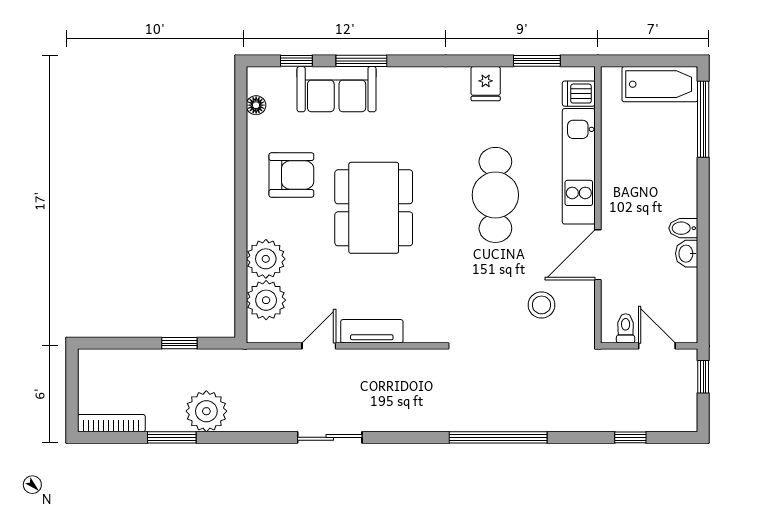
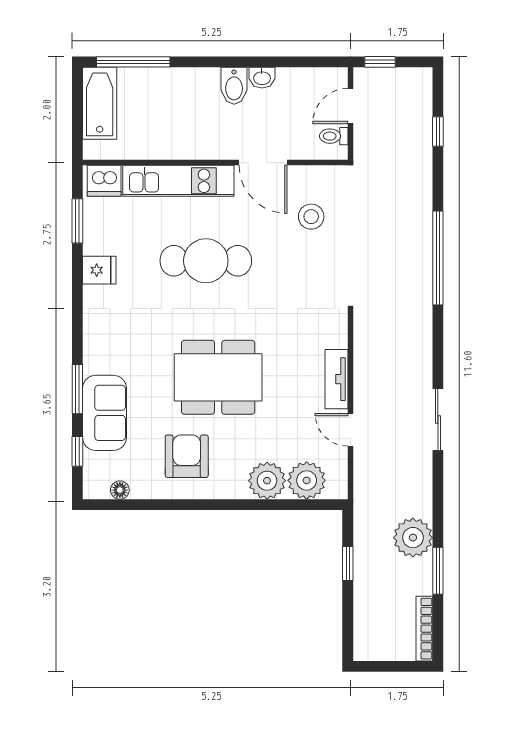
dishwasher: (579, 94) -> (104, 181), width x1.38
bidet: (683, 228) -> (234, 86), width x1.38, depth x1.36

